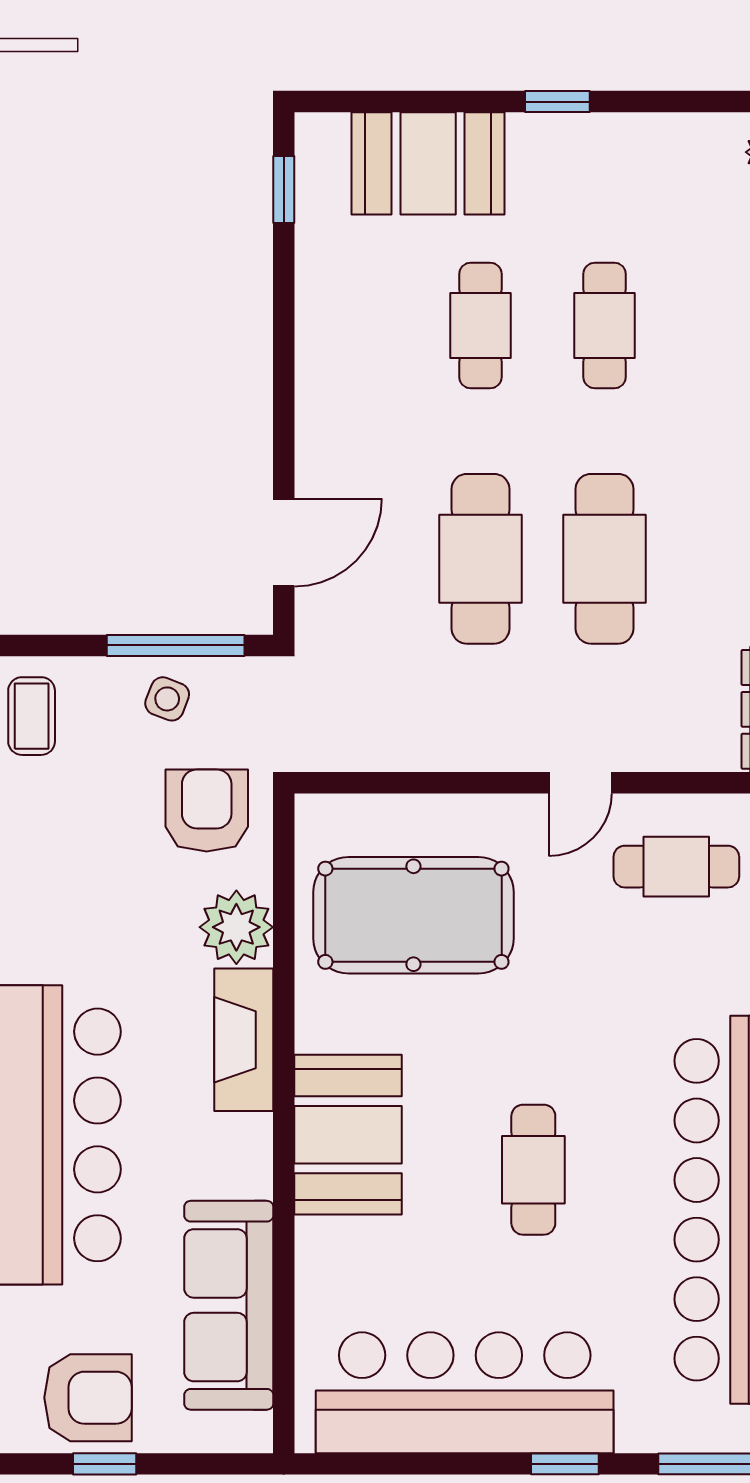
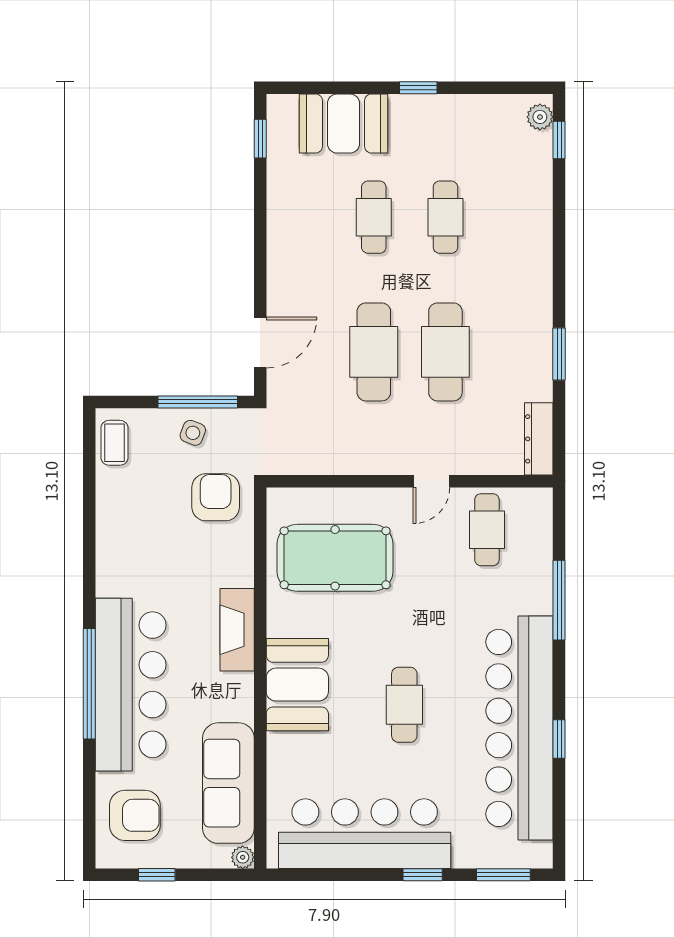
cafe table: (676, 867) -> (487, 530), turned 90
plant: (236, 927) -> (243, 857), moved, width x0.53, depth x0.53
armchair: (88, 1398) -> (135, 815), moved

